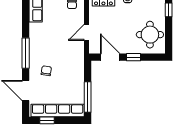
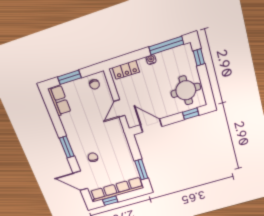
window: (26, 53) -> (67, 147), width x0.69
window: (133, 57) -> (191, 114), moved
window: (88, 97) -> (141, 170), width x0.69

